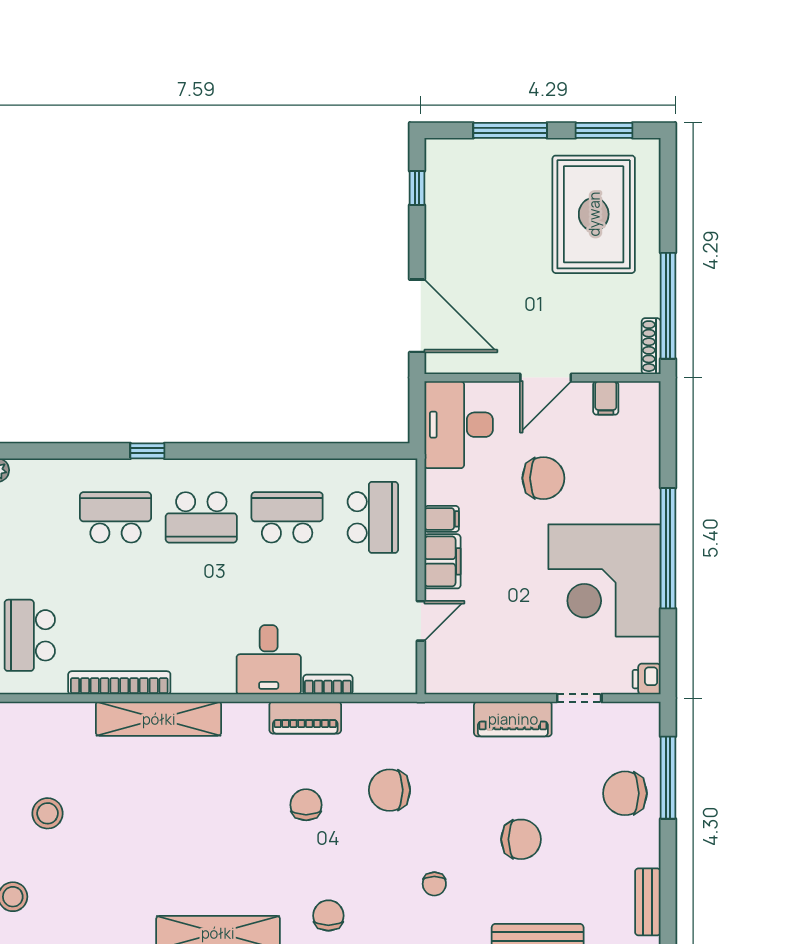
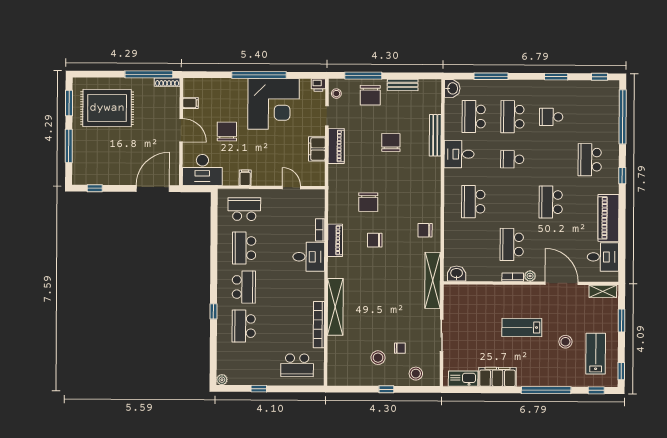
filing cabinet: (443, 561) -> (317, 149), moved, turned -90
stool: (628, 719) -> (336, 94), added
chair: (434, 884) -> (400, 348), moved
bench: (648, 902) -> (403, 85), moved

